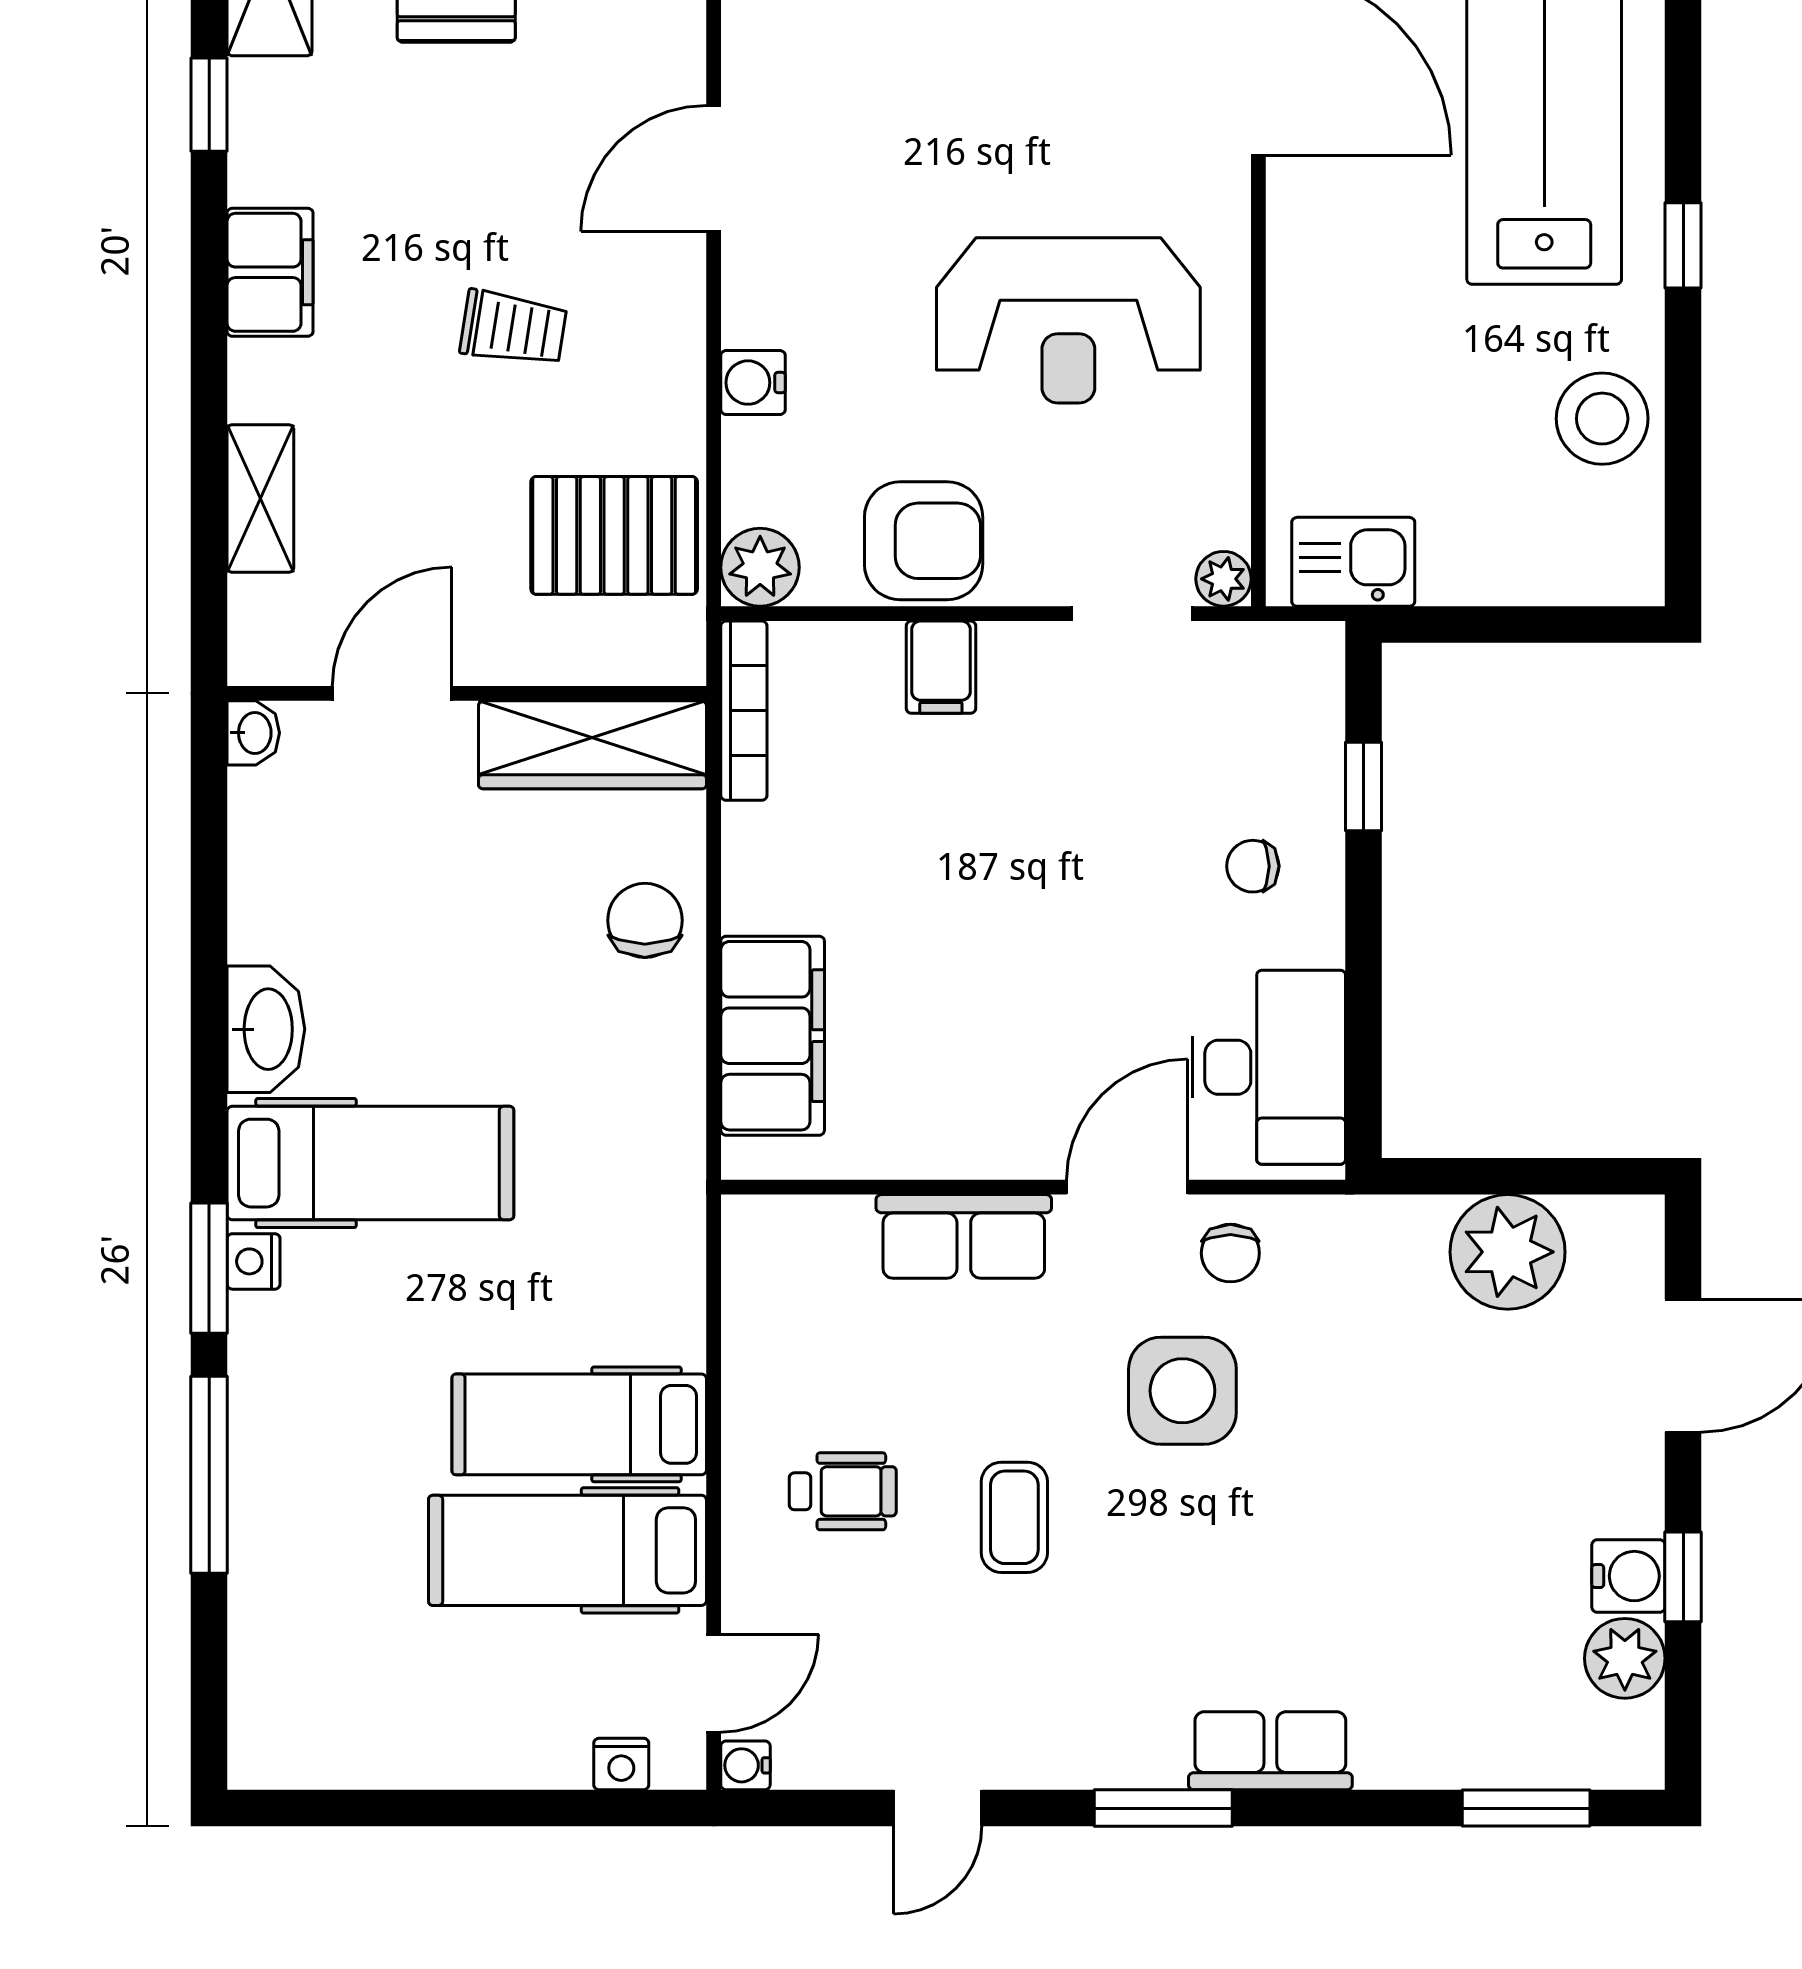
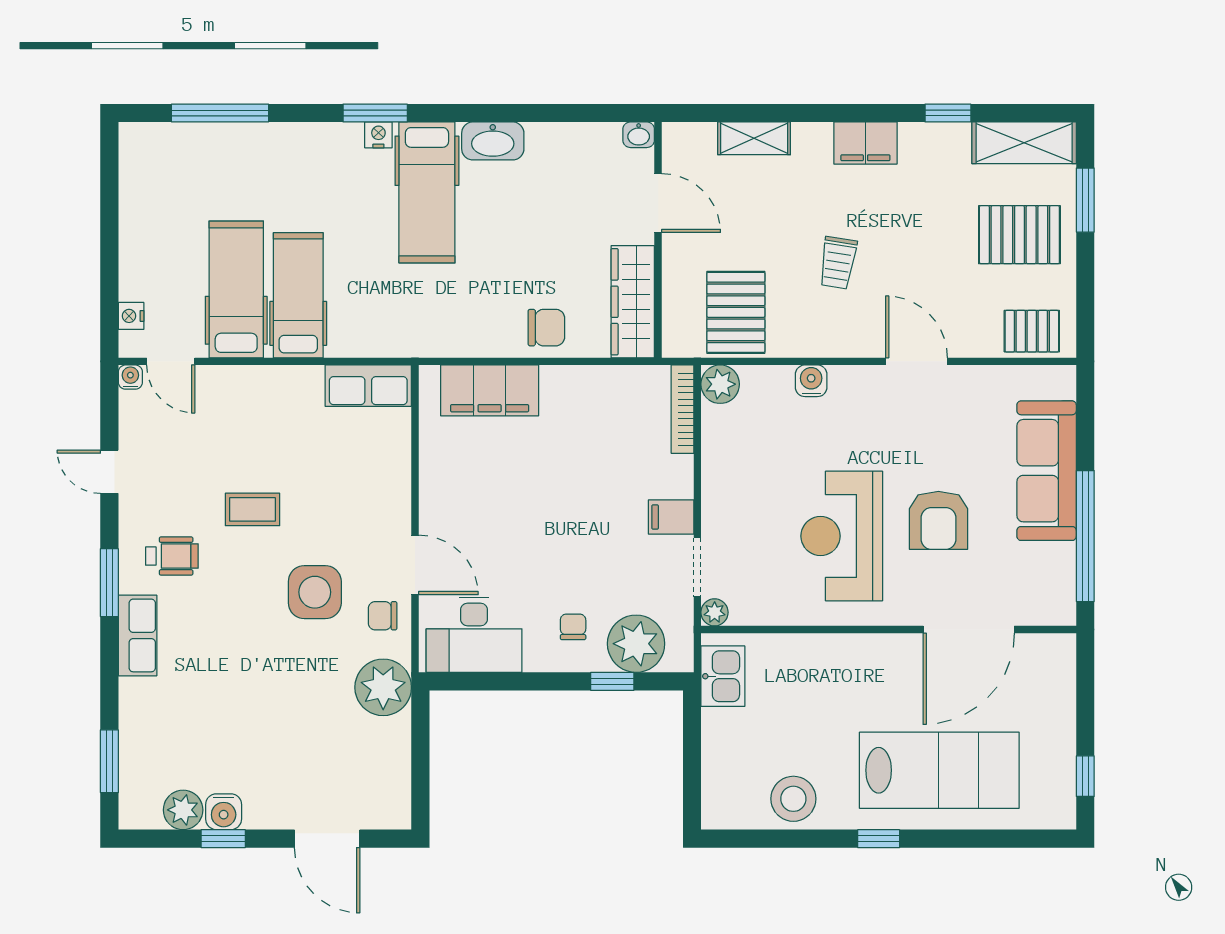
armchair: (924, 541) -> (938, 520), moved
filing cabinet: (941, 667) -> (671, 517), moved
bookcase: (744, 711) -> (682, 409), moved, turned 90
plant: (1287, 738) -> (636, 644), added
row of seats: (964, 1236) -> (368, 386), moved, turned -90
plant: (1508, 1252) -> (383, 687), moved
window: (209, 1475) -> (220, 113), moved
wheelchair: (843, 1491) -> (172, 556), moved, turned -90

